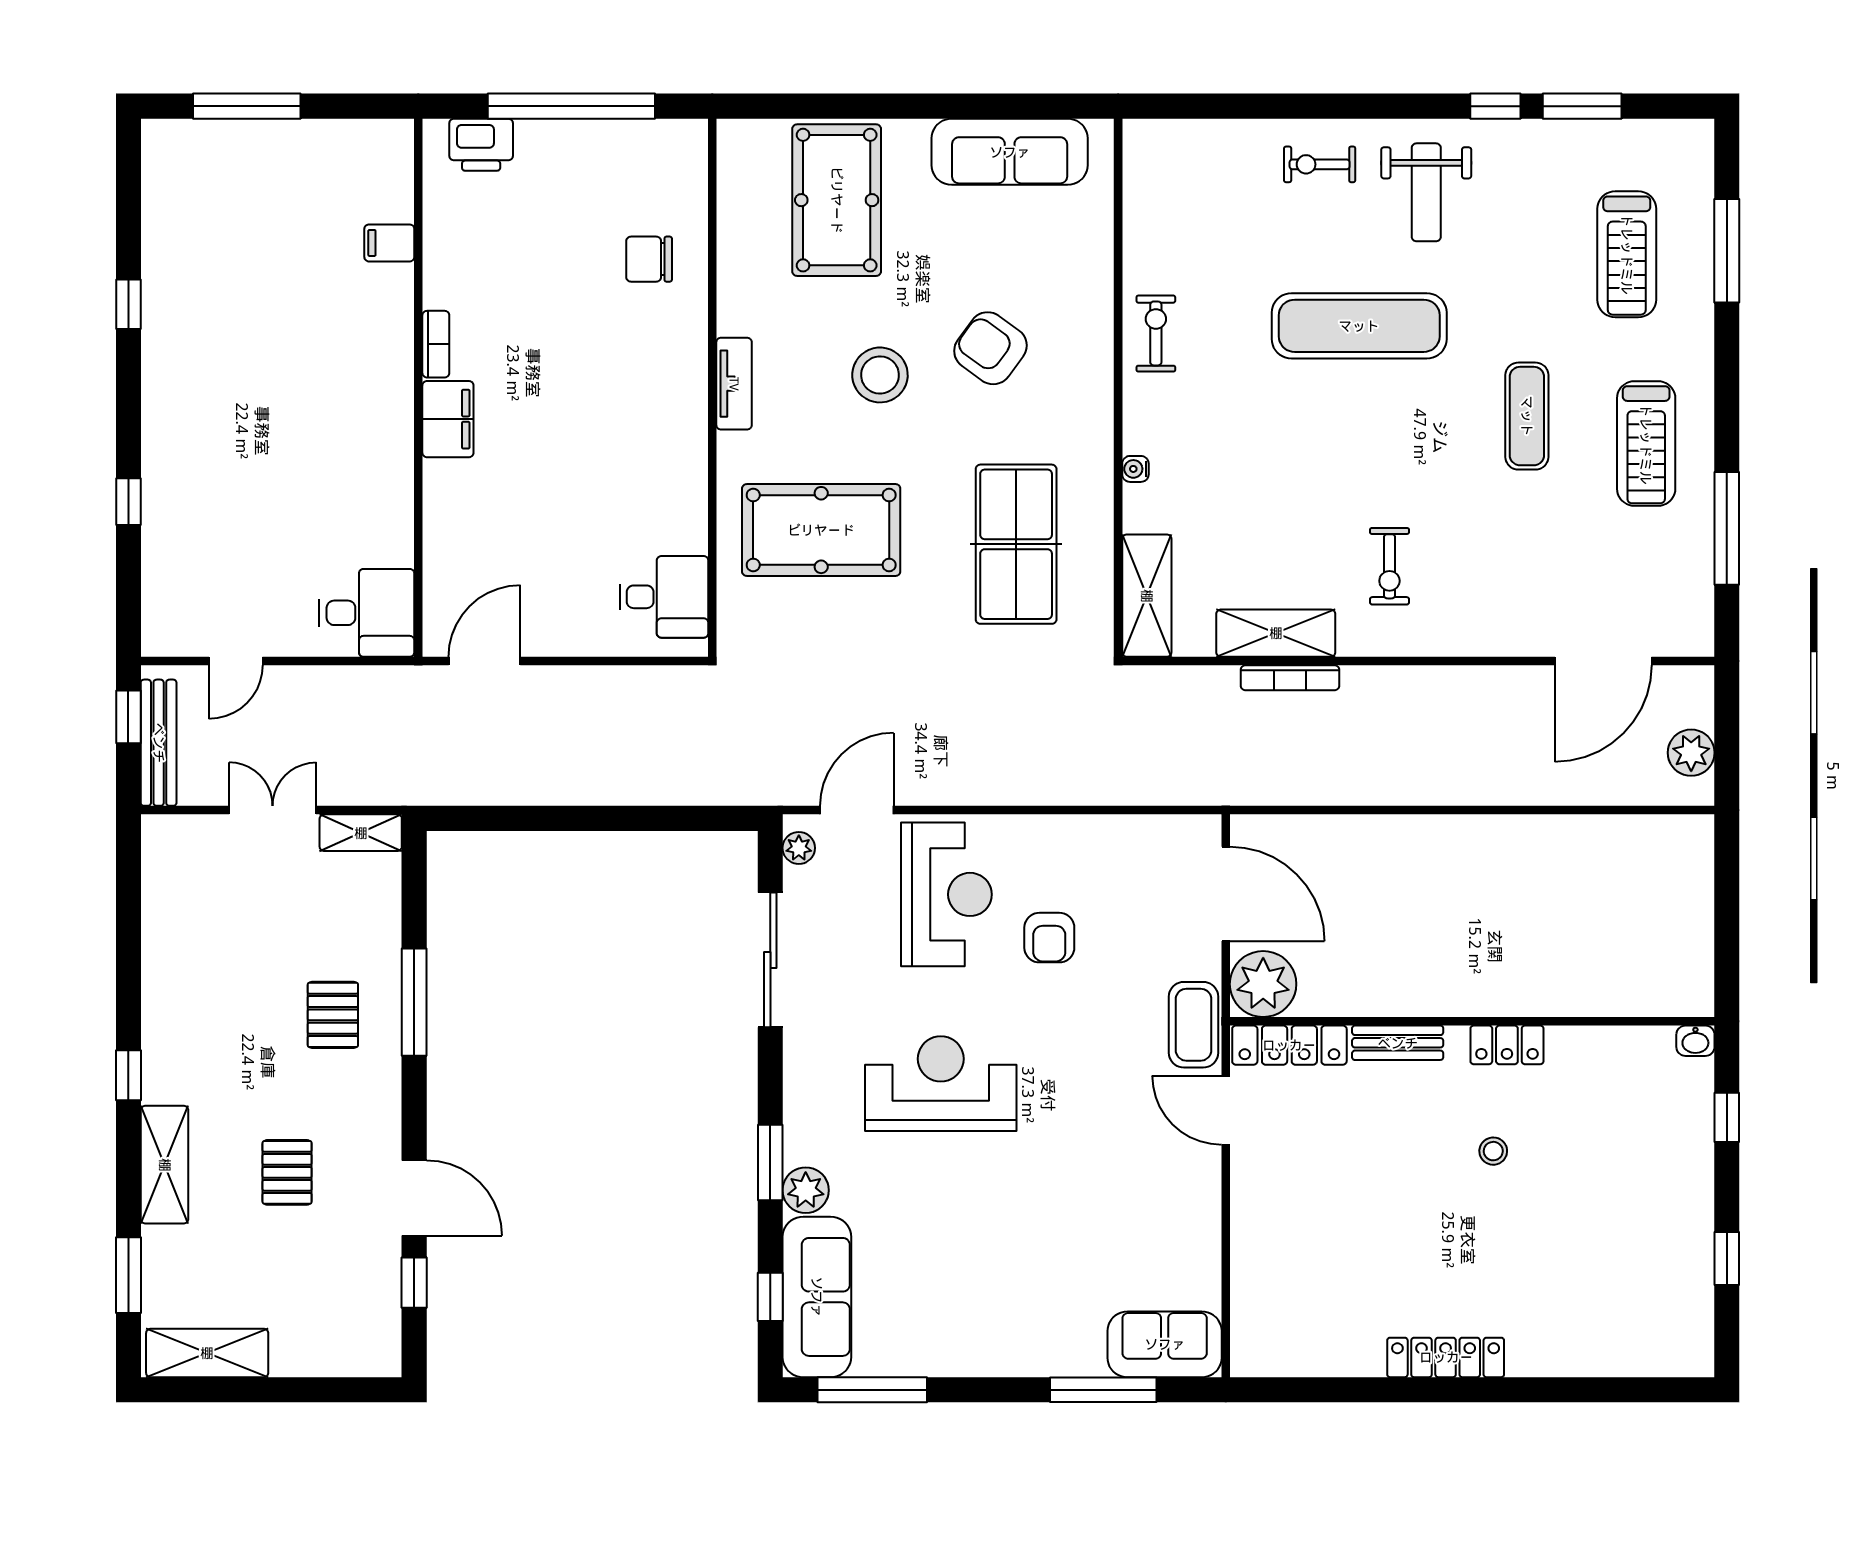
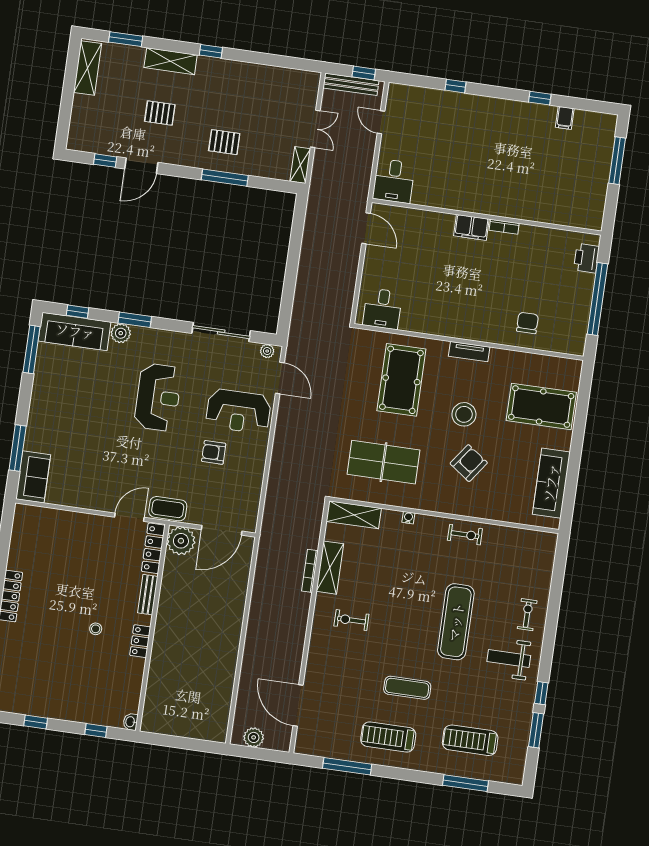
filing cabinet: (389, 243) -> (565, 118), moved, turned 180

